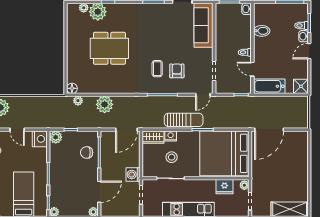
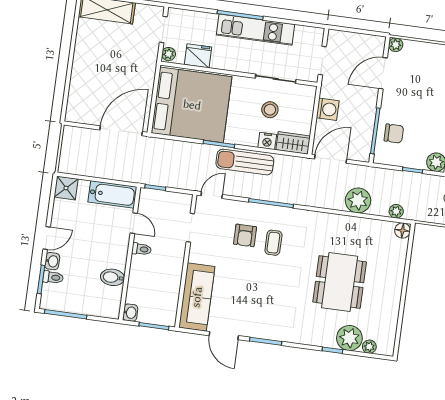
dining table: (109, 48) -> (340, 282), turned 90
washing machine: (133, 175) -> (328, 109), moved

